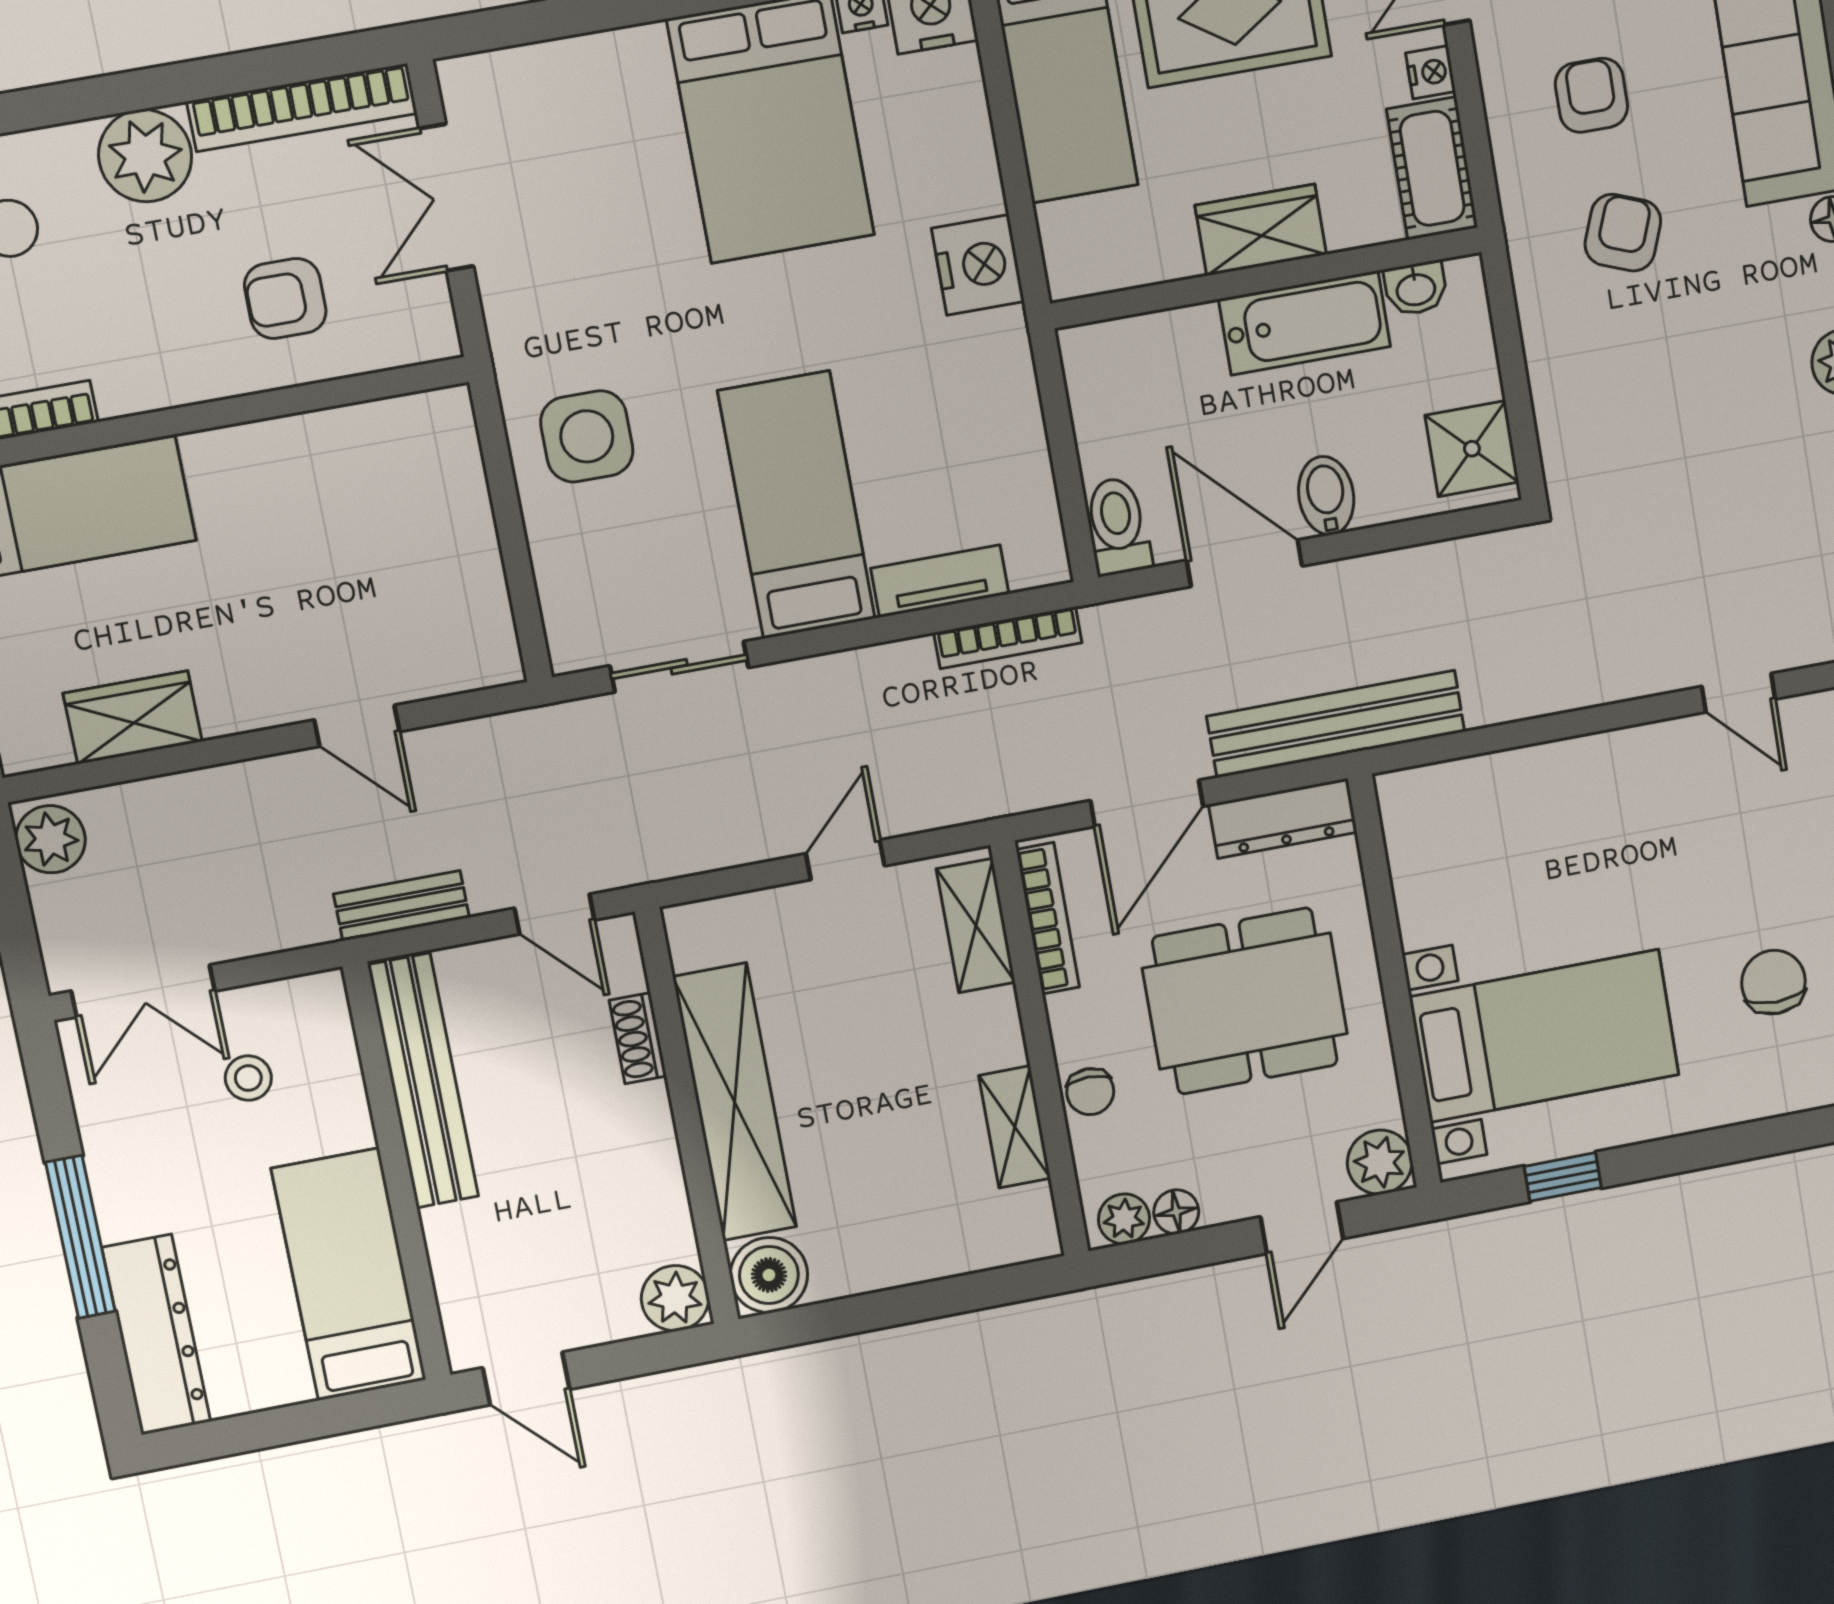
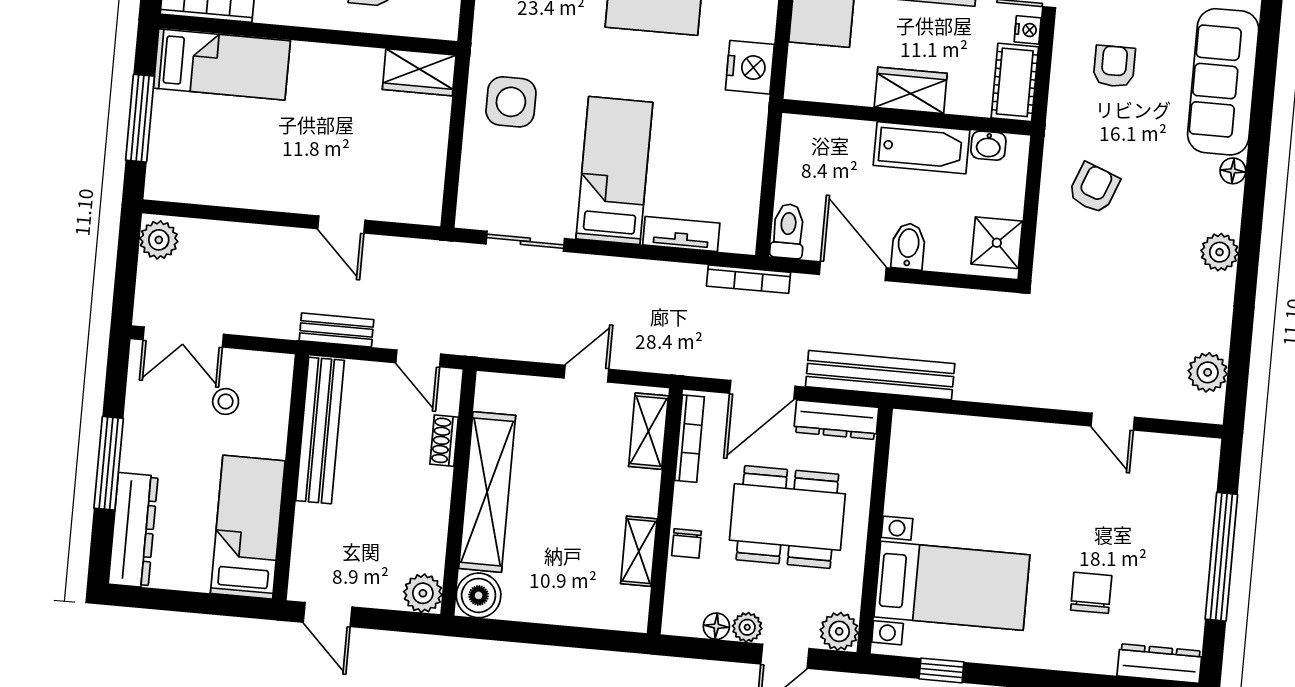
armchair: (1623, 233) -> (1094, 188), moved
bookcase: (1008, 638) -> (749, 279), moved
wardrobe: (133, 717) -> (419, 72), moved, turned 180
plant: (1124, 1219) -> (747, 627), moved

